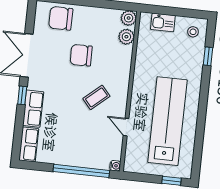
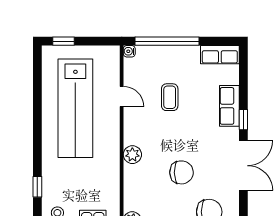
plant: (126, 37) -> (132, 155), moved
coffee table: (96, 97) -> (170, 97), moved, turned -49
row of seats: (29, 144) -> (220, 55), moved, turned -90

